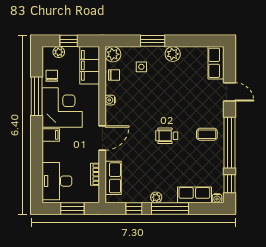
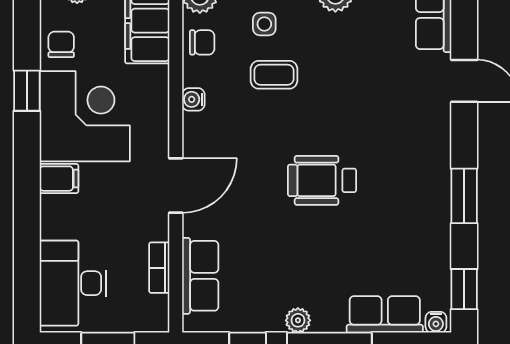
window: (37, 96) -> (27, 91), width x0.46
coffee table: (207, 134) -> (274, 75), moved
wheelchair: (167, 136) -> (322, 180), width x1.36, depth x1.37
window: (229, 143) -> (464, 196), width x0.47

